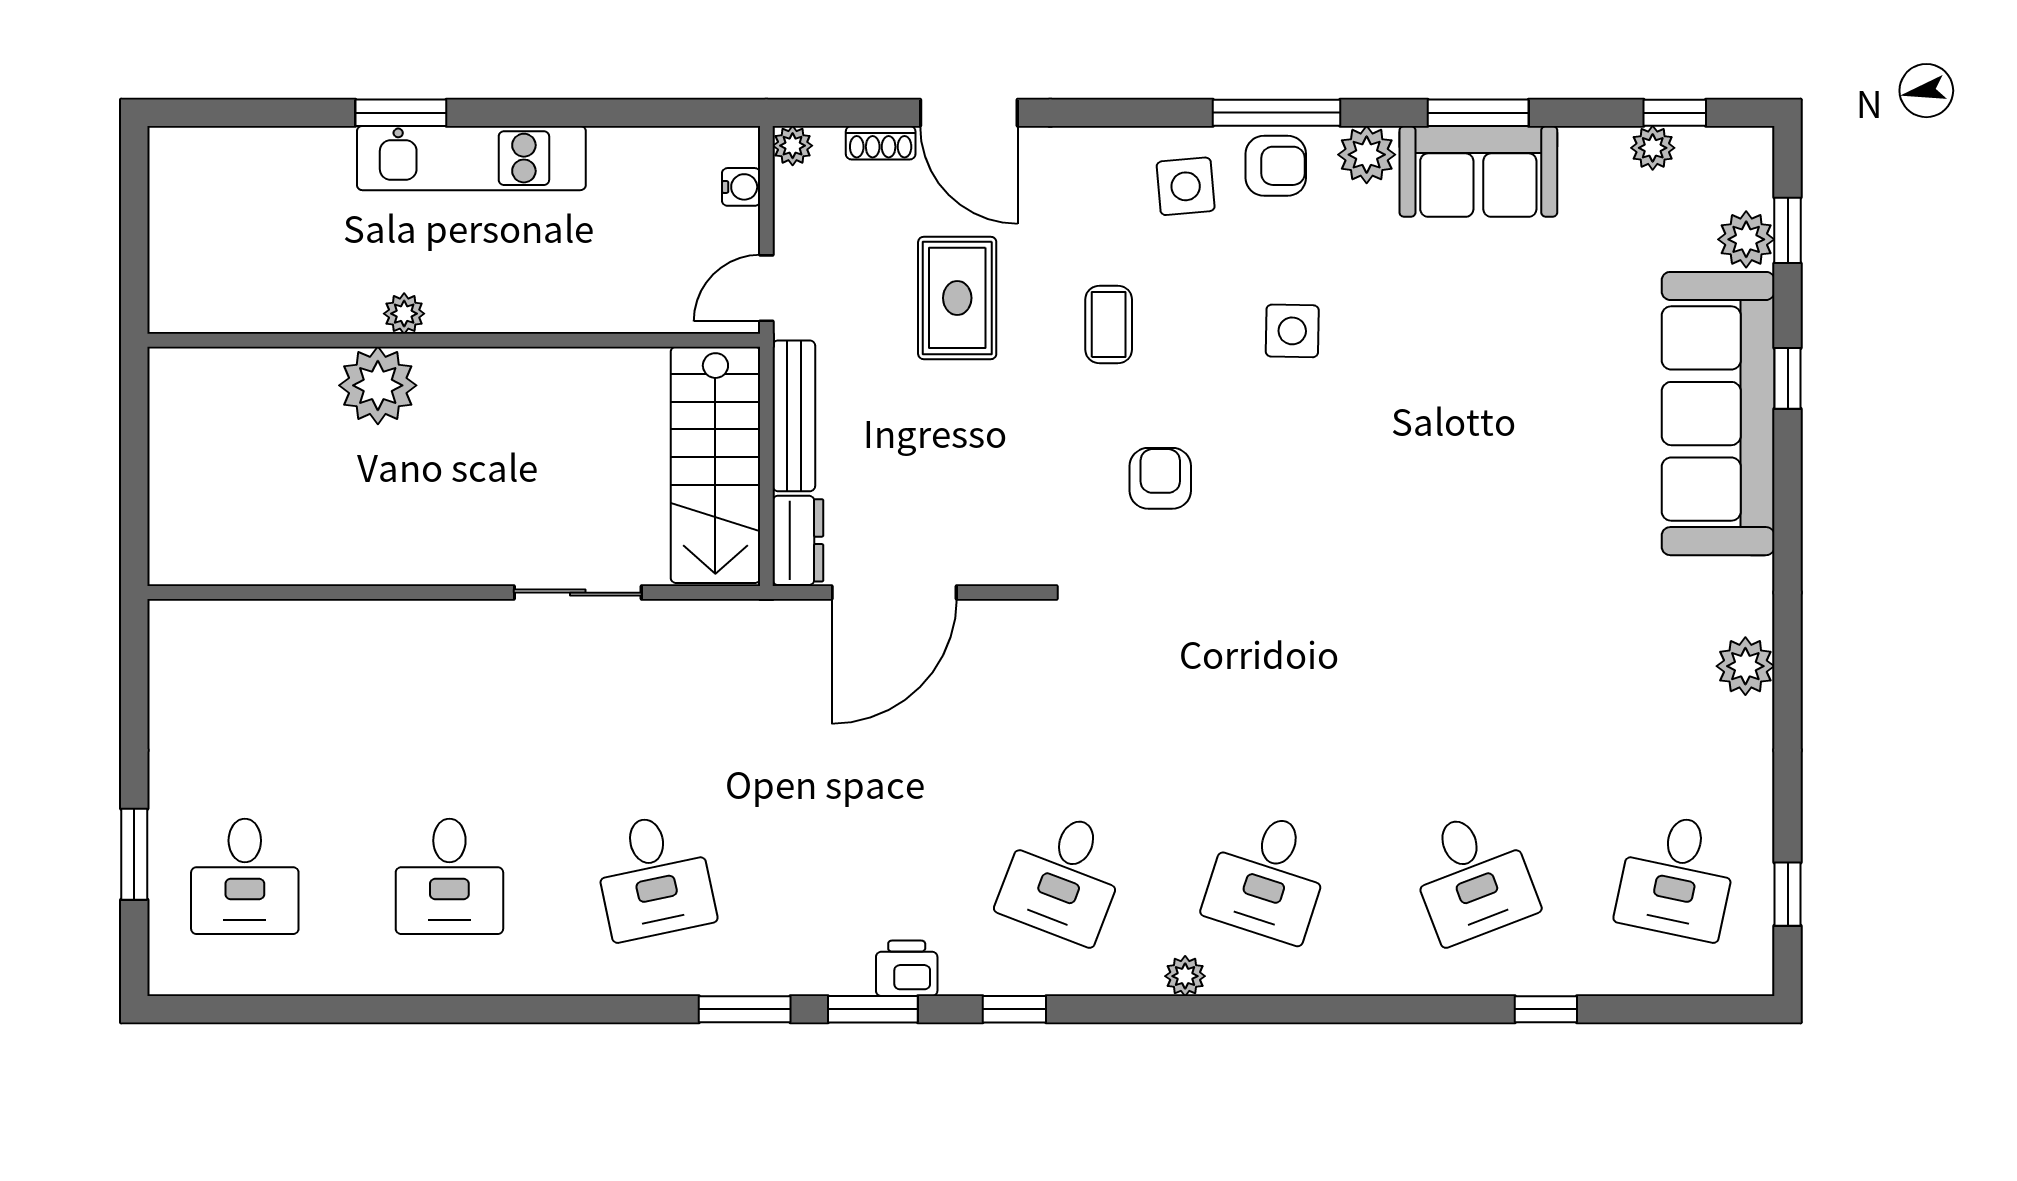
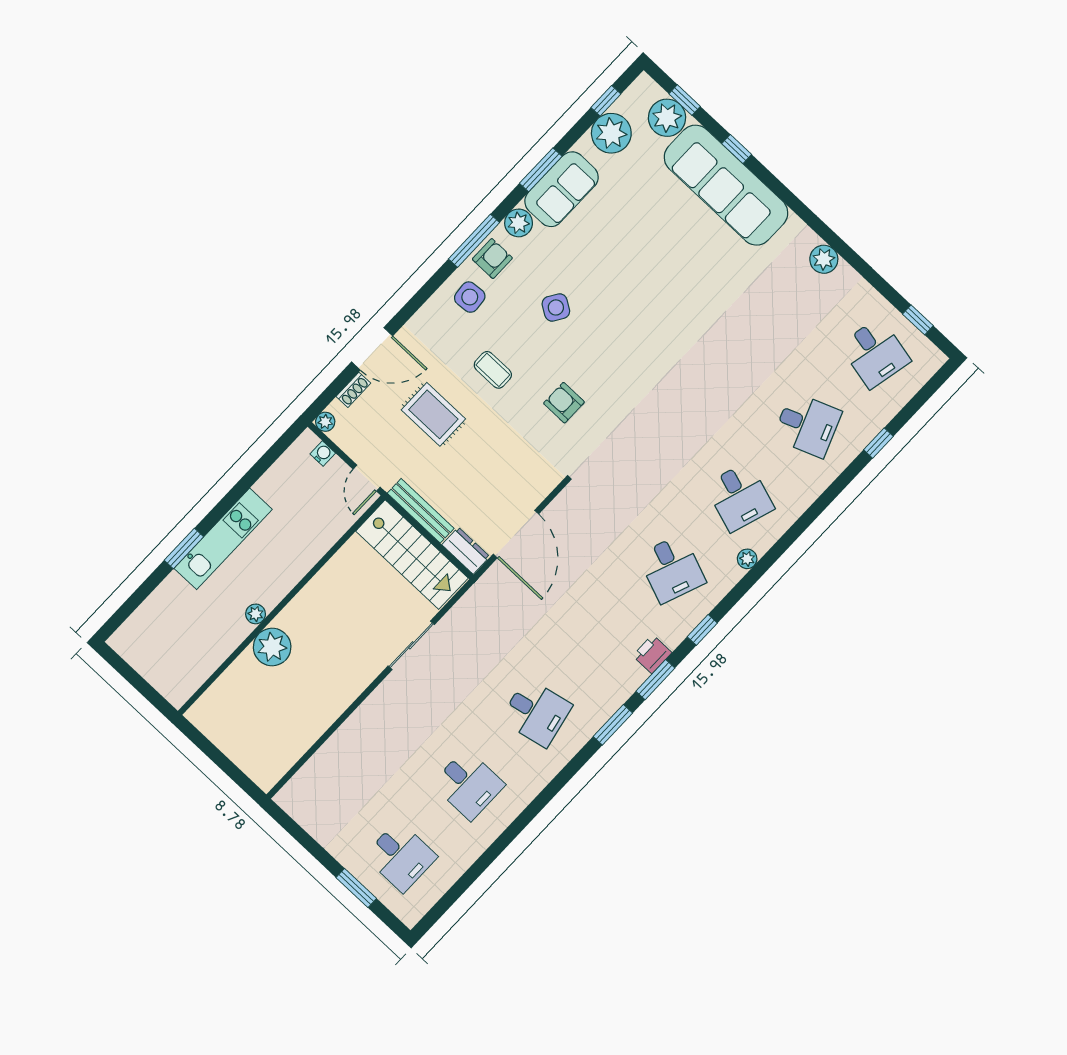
plant: (1653, 148) -> (611, 133), width x1.87, depth x1.87
plant: (1746, 239) -> (667, 118), width x1.36, depth x1.36
side table: (1292, 331) -> (556, 307), turned 31

